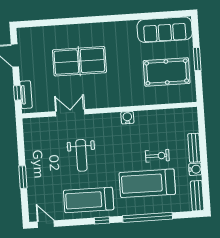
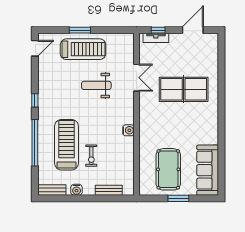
table tennis table: (79, 61) -> (184, 89), turned 90
bench: (194, 148) -> (109, 190), moved
treadmill: (89, 200) -> (83, 49), moved, turned 90

